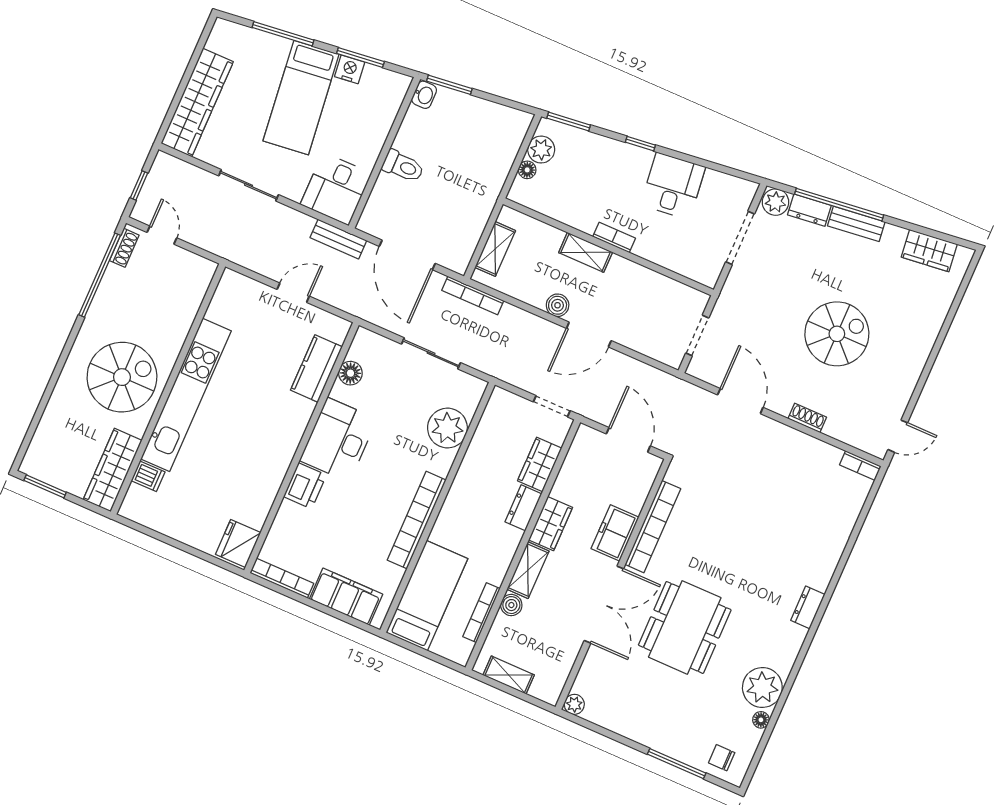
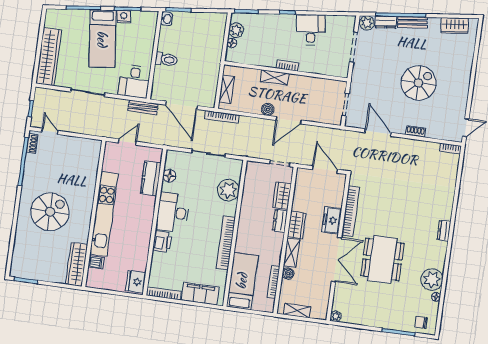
wall: (168, 389) -> (94, 214), moved
kitchen unit: (186, 395) -> (104, 214), moved
wardrobe: (113, 470) -> (77, 264), moved
dishwasher: (148, 476) -> (96, 262), moved

